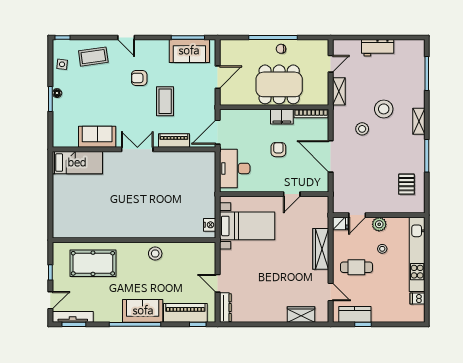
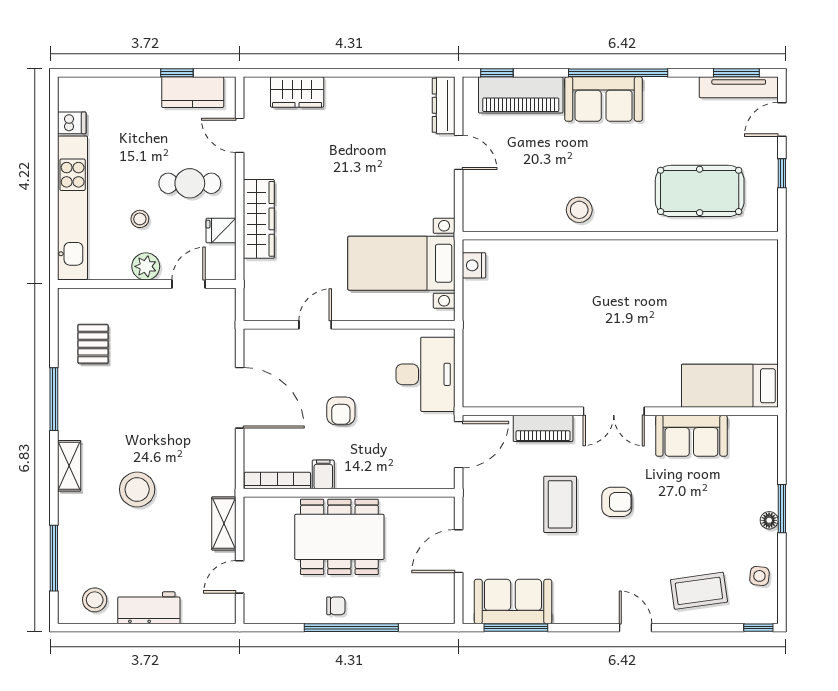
armchair: (139, 78) -> (617, 502), moved
filing cabinet: (282, 117) -> (323, 474), width x0.50
stool: (362, 129) -> (95, 600), moved
fridge: (340, 224) -> (221, 231), moved

